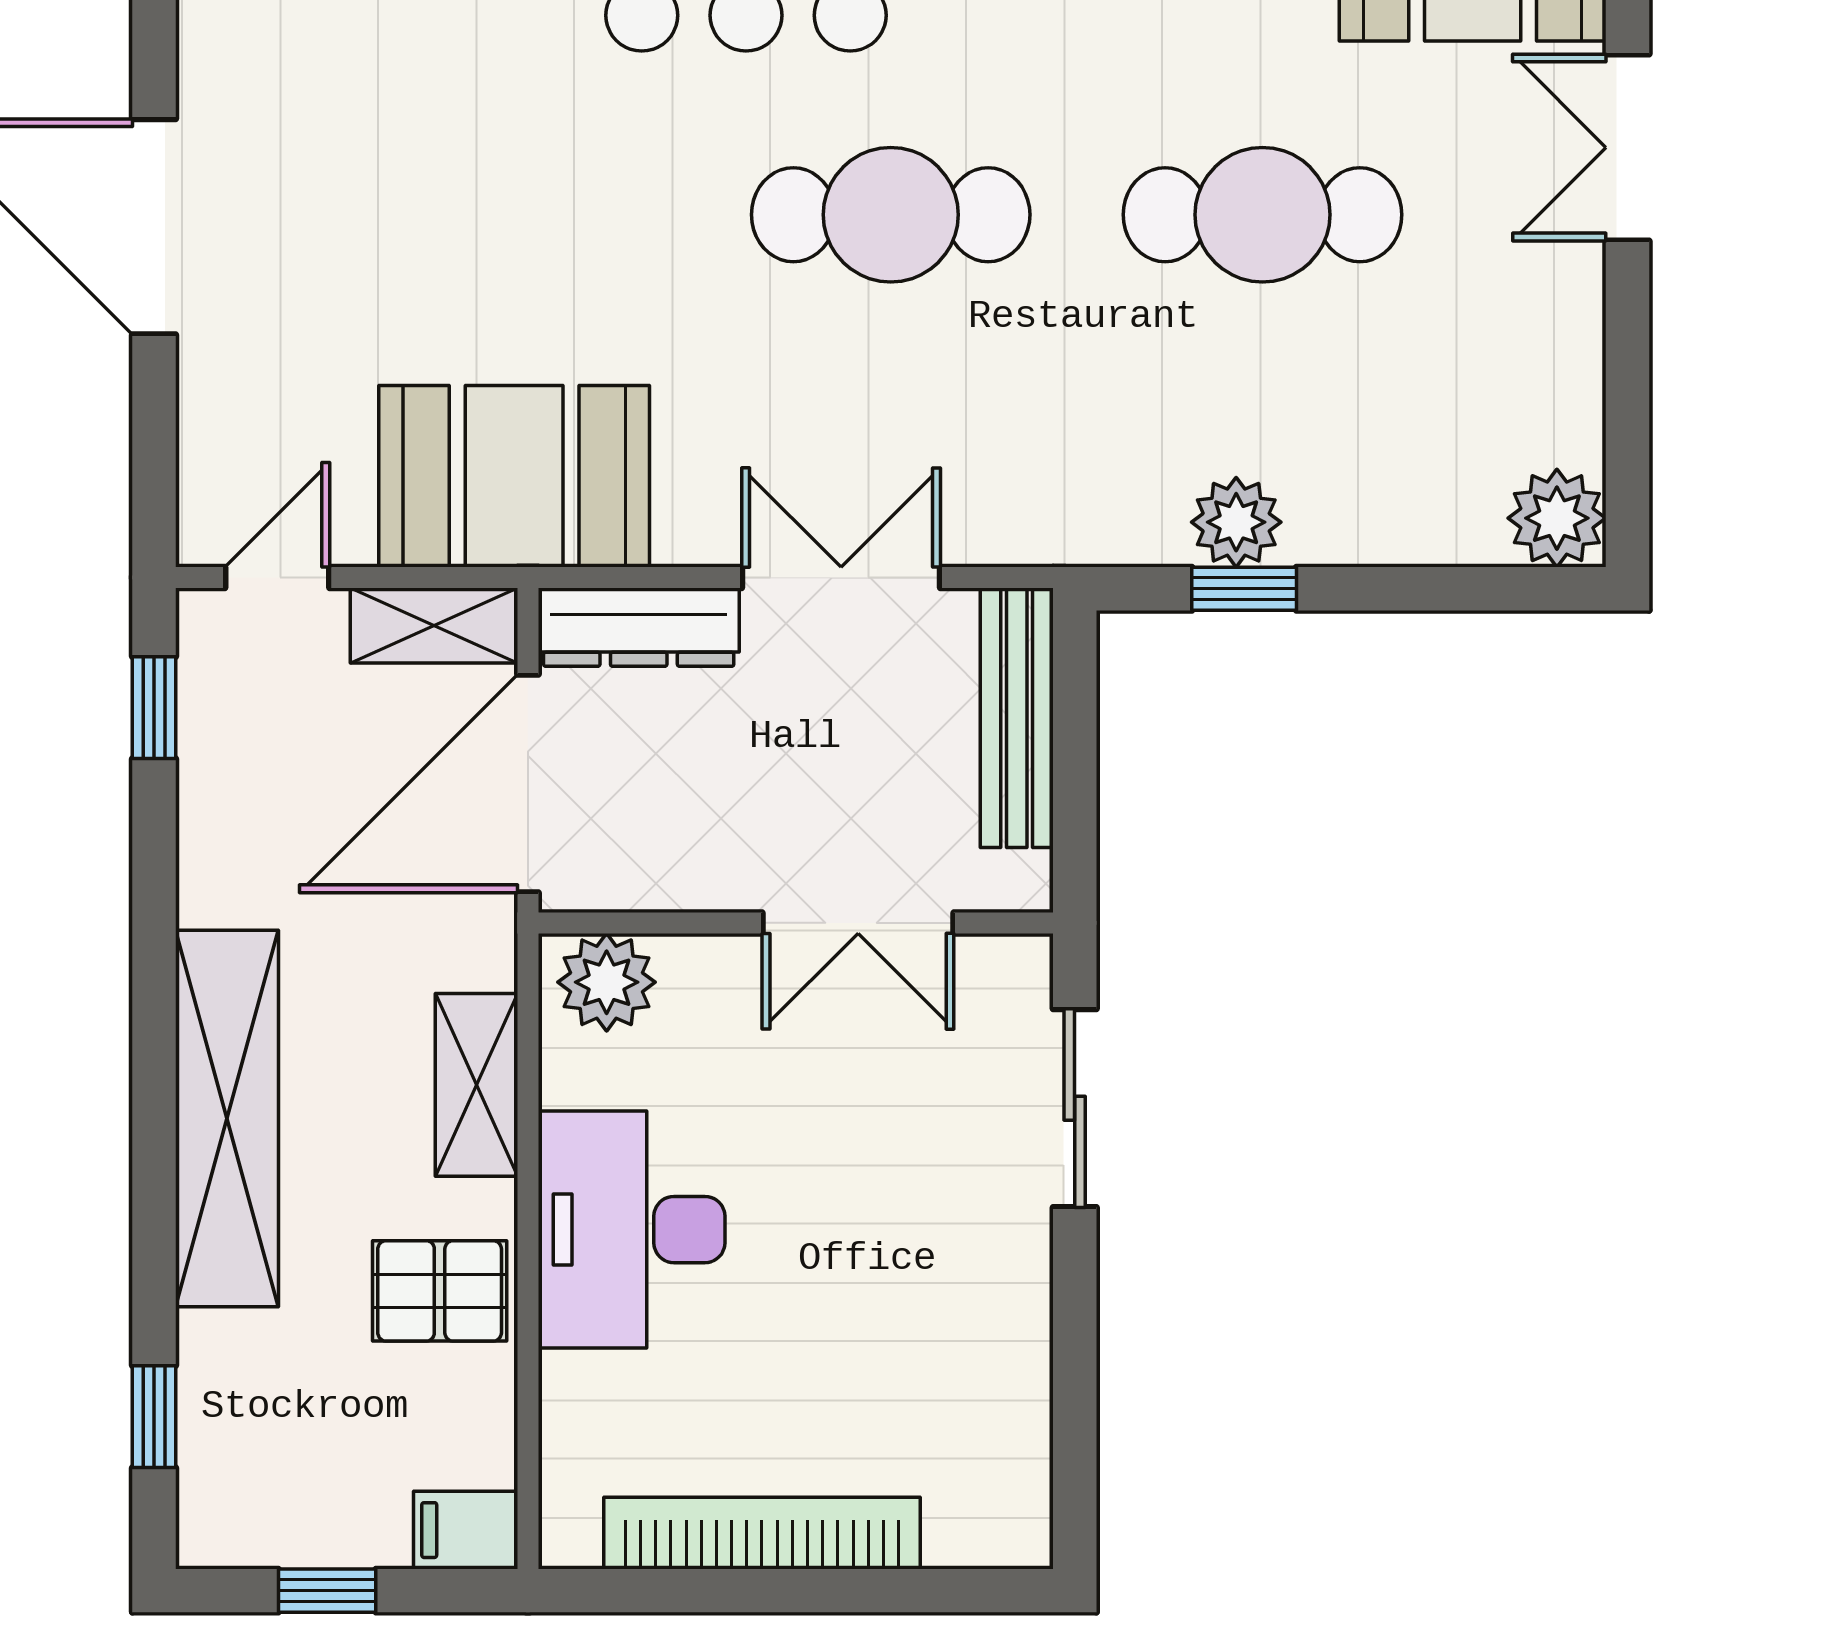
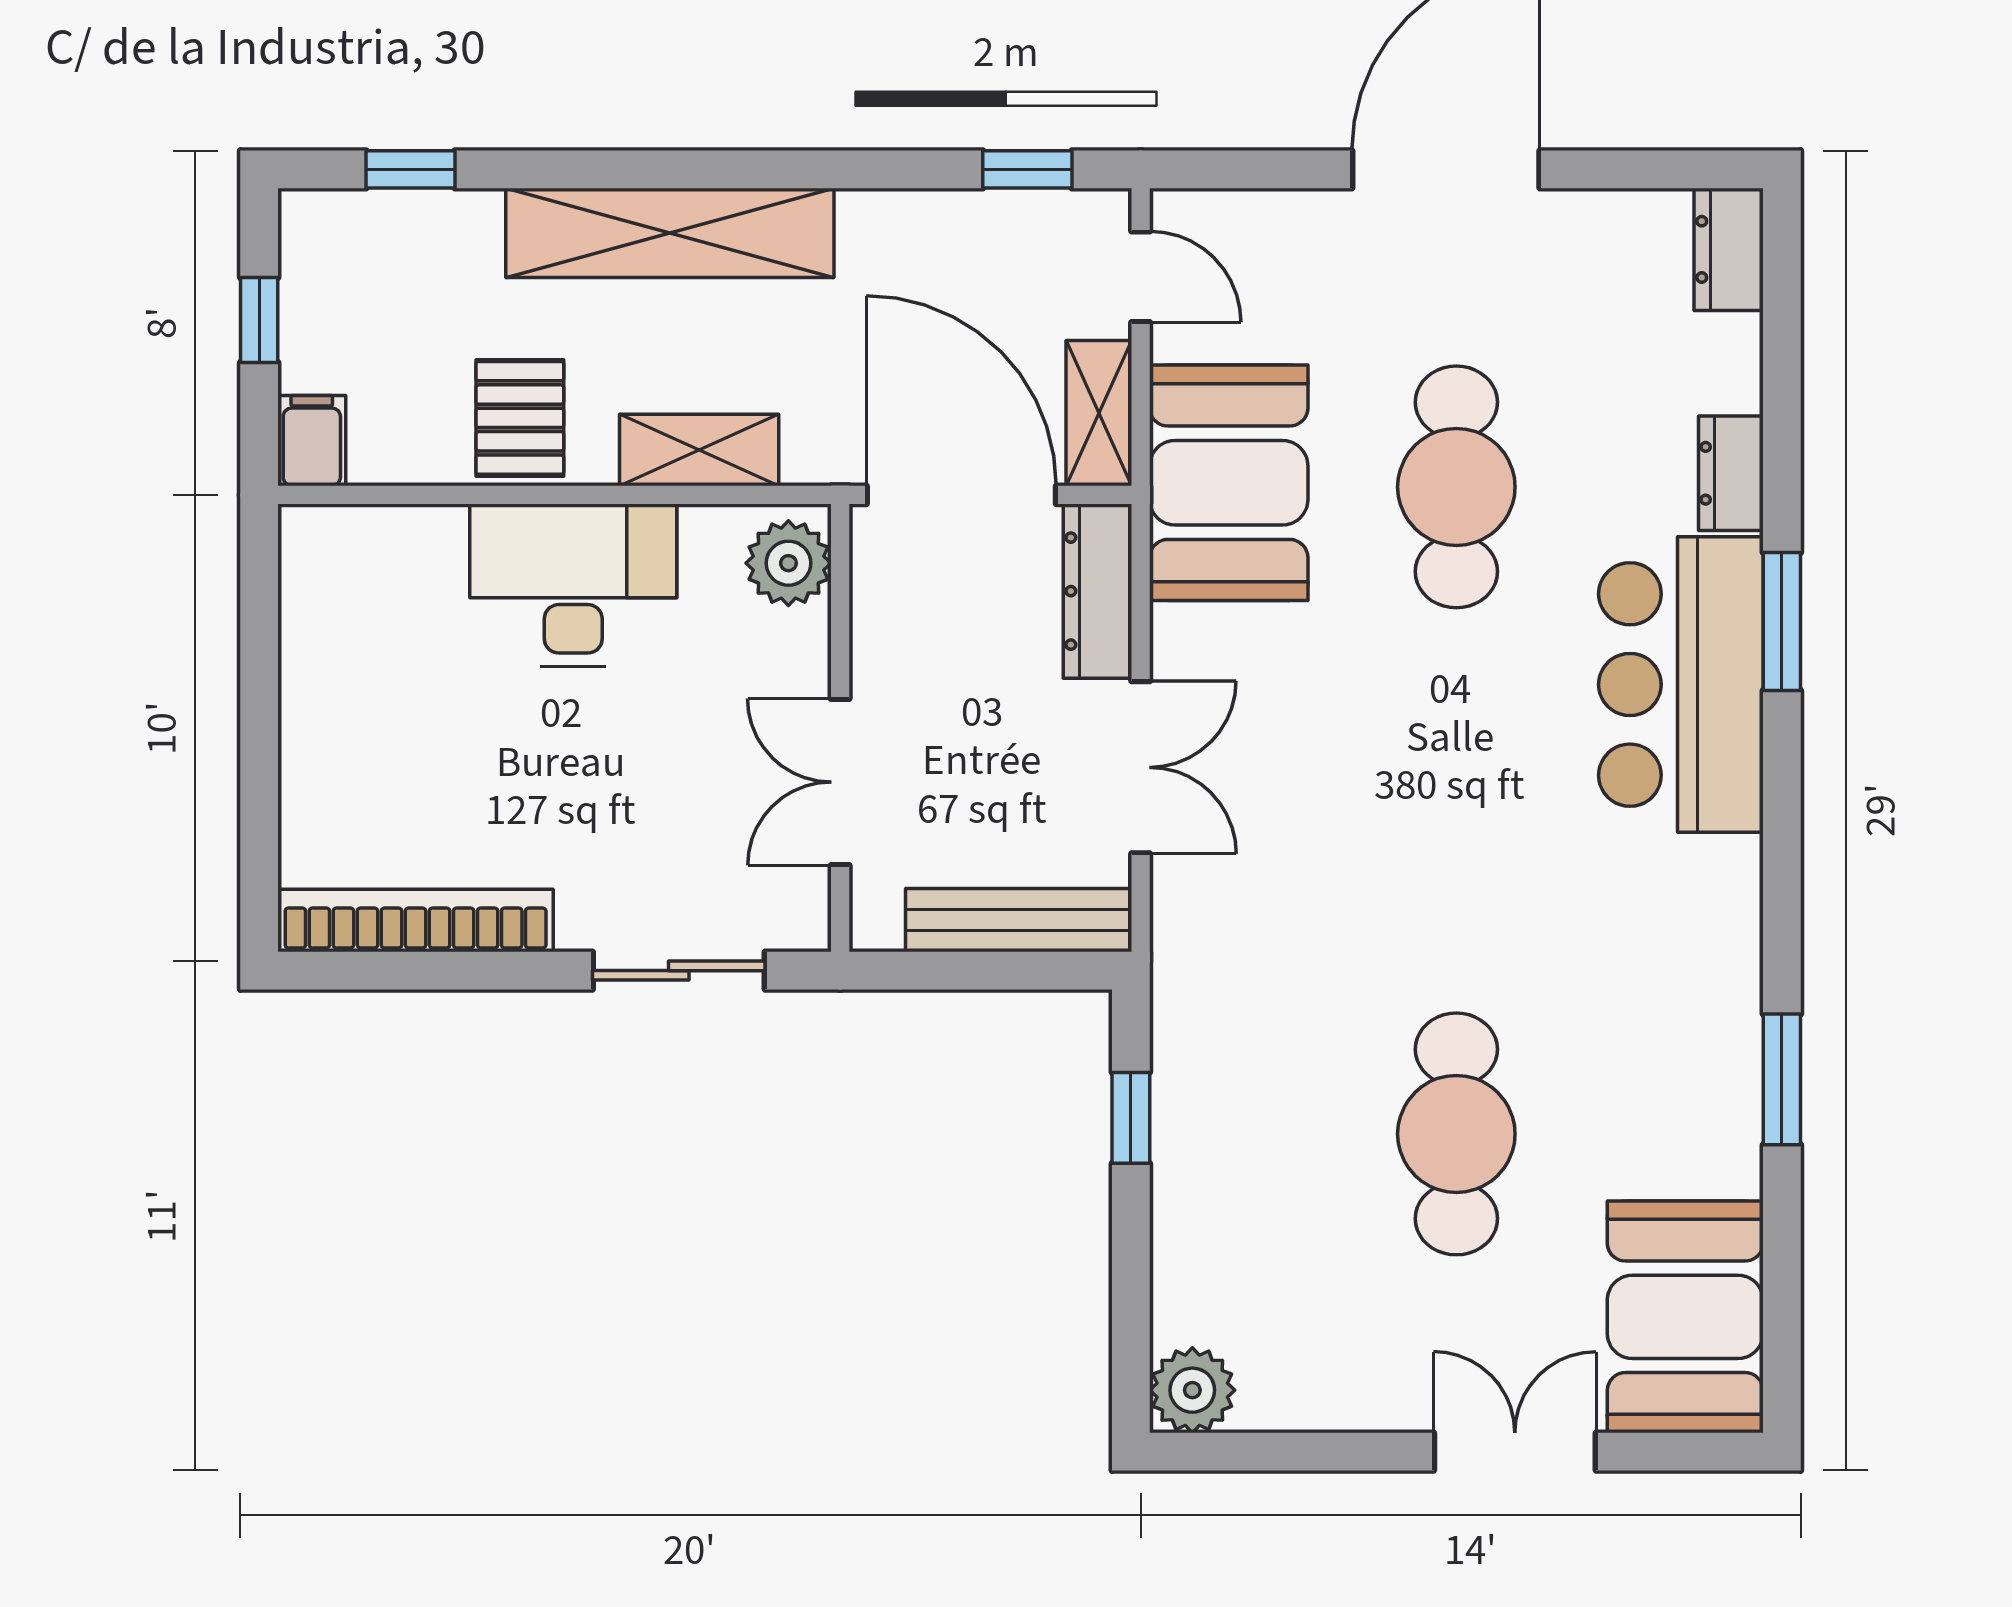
cafe table: (891, 215) -> (1456, 487), moved
plant: (1236, 522) -> (1189, 1111), removed
bookcase: (762, 1533) -> (416, 920), moved, turned -90

